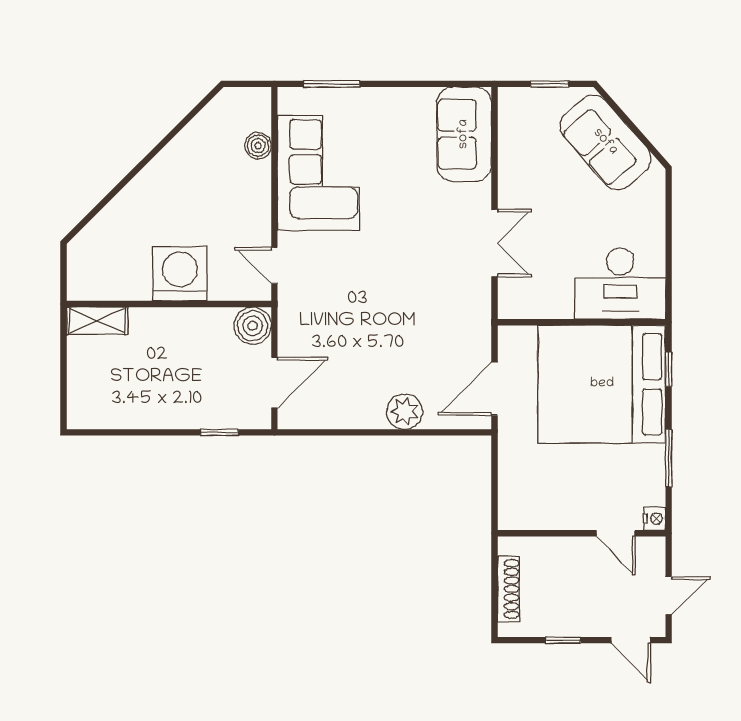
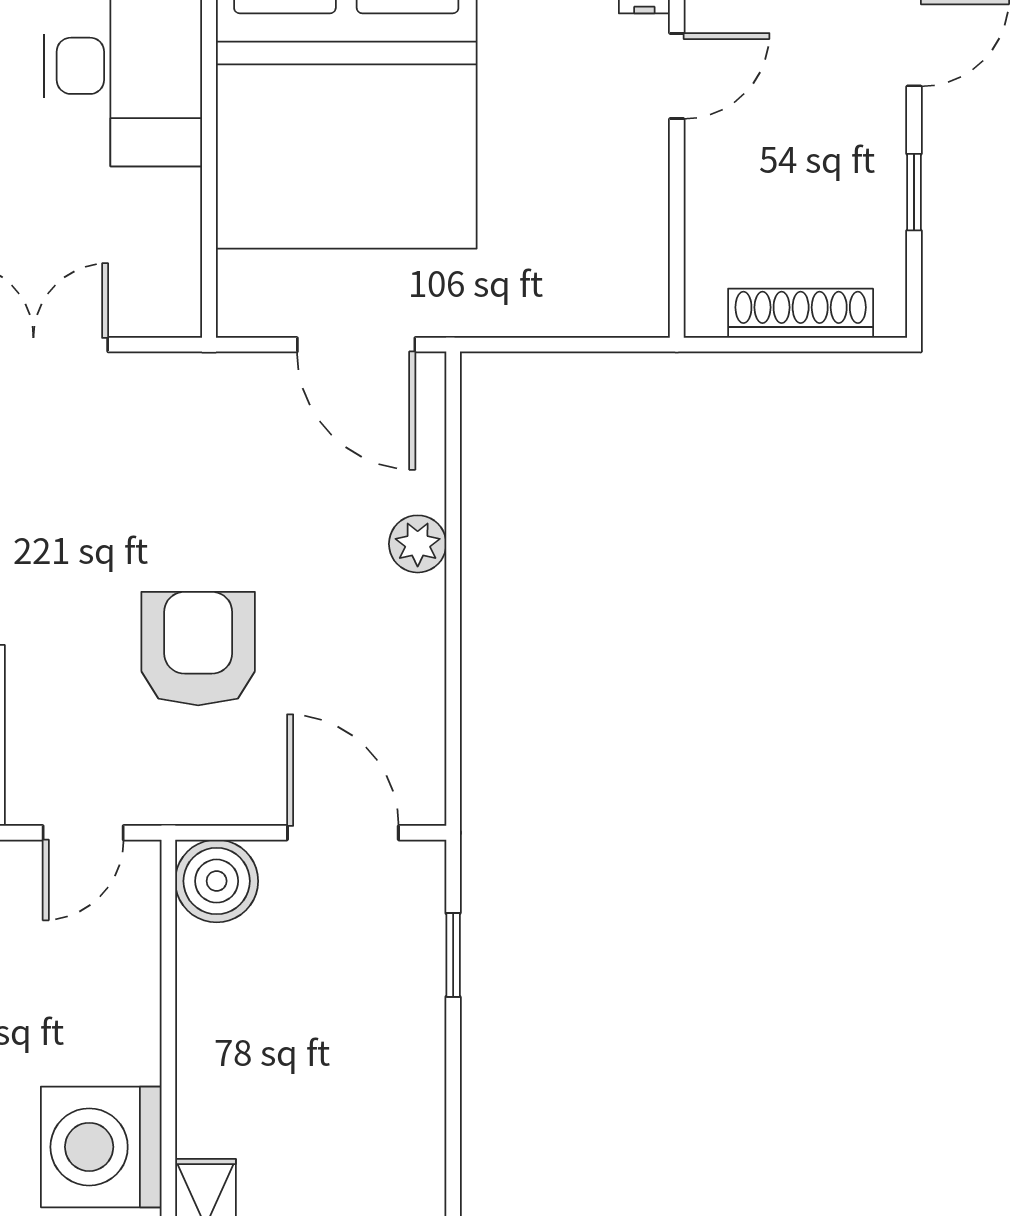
washing machine: (180, 274) -> (101, 1147), moved
armchair: (357, 317) -> (198, 649), added
plant: (405, 412) -> (418, 544), width x0.73, depth x0.73

